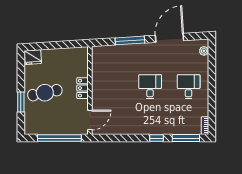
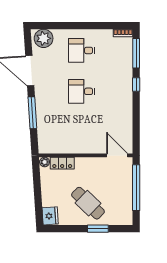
plant: (204, 51) -> (44, 38), width x1.88, depth x1.88
plant: (84, 52) -> (45, 162), added
locker: (83, 88) -> (62, 163), moved
cafe table: (45, 93) -> (88, 203), turned -34

